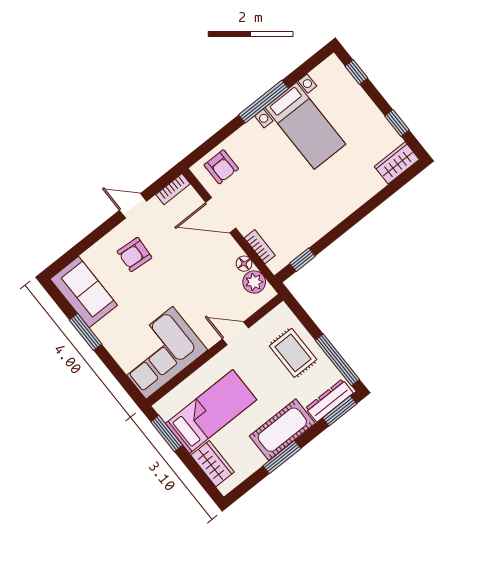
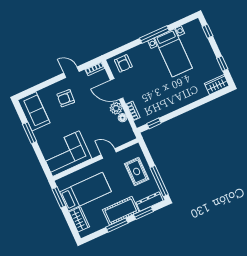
plant: (254, 282) -> (116, 108), moved
window: (340, 411) -> (143, 213), moved

